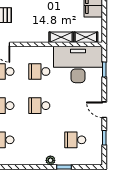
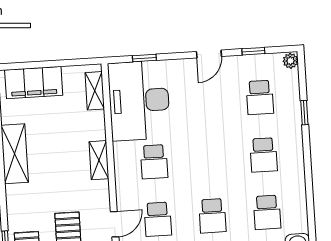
shelving: (61, 37) -> (99, 160), moved
school desk: (39, 106) -> (263, 155), moved
plant: (50, 160) -> (290, 61), moved

